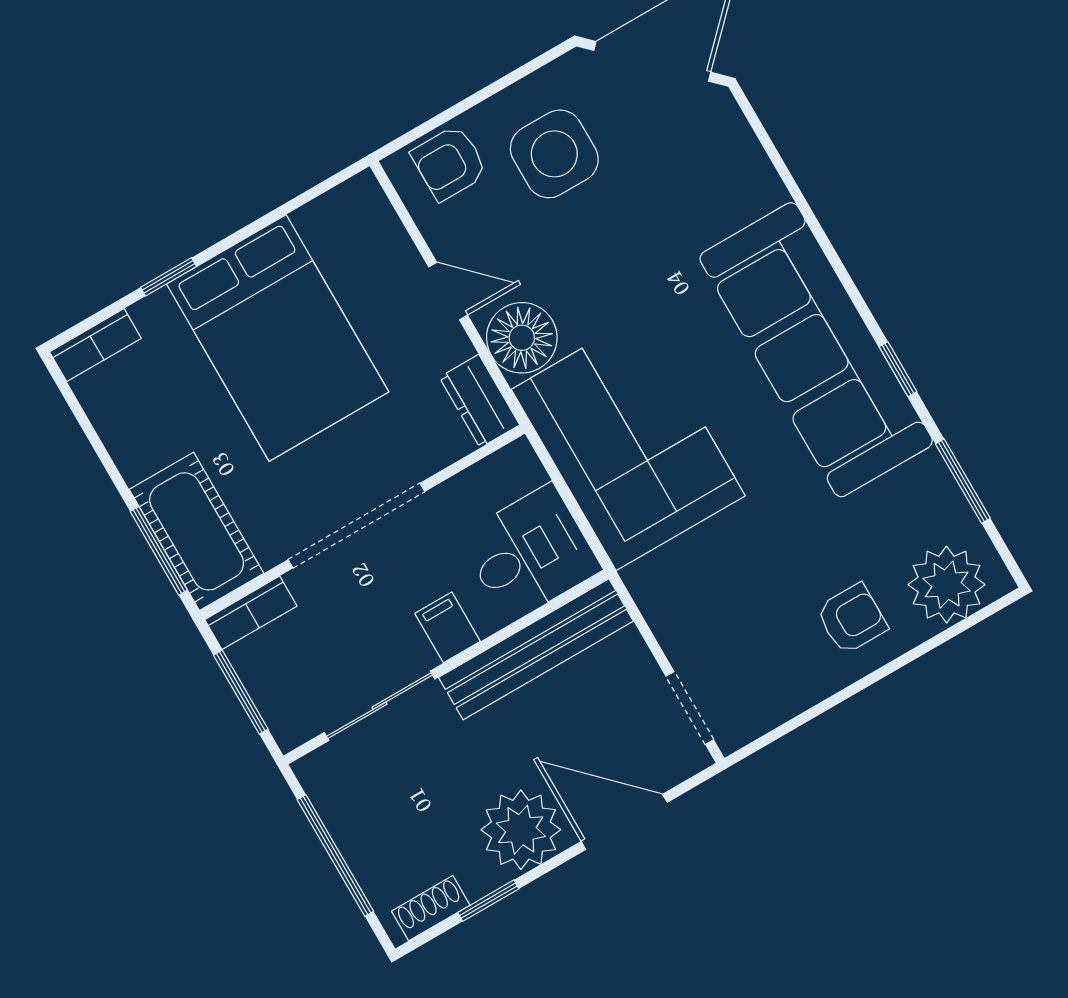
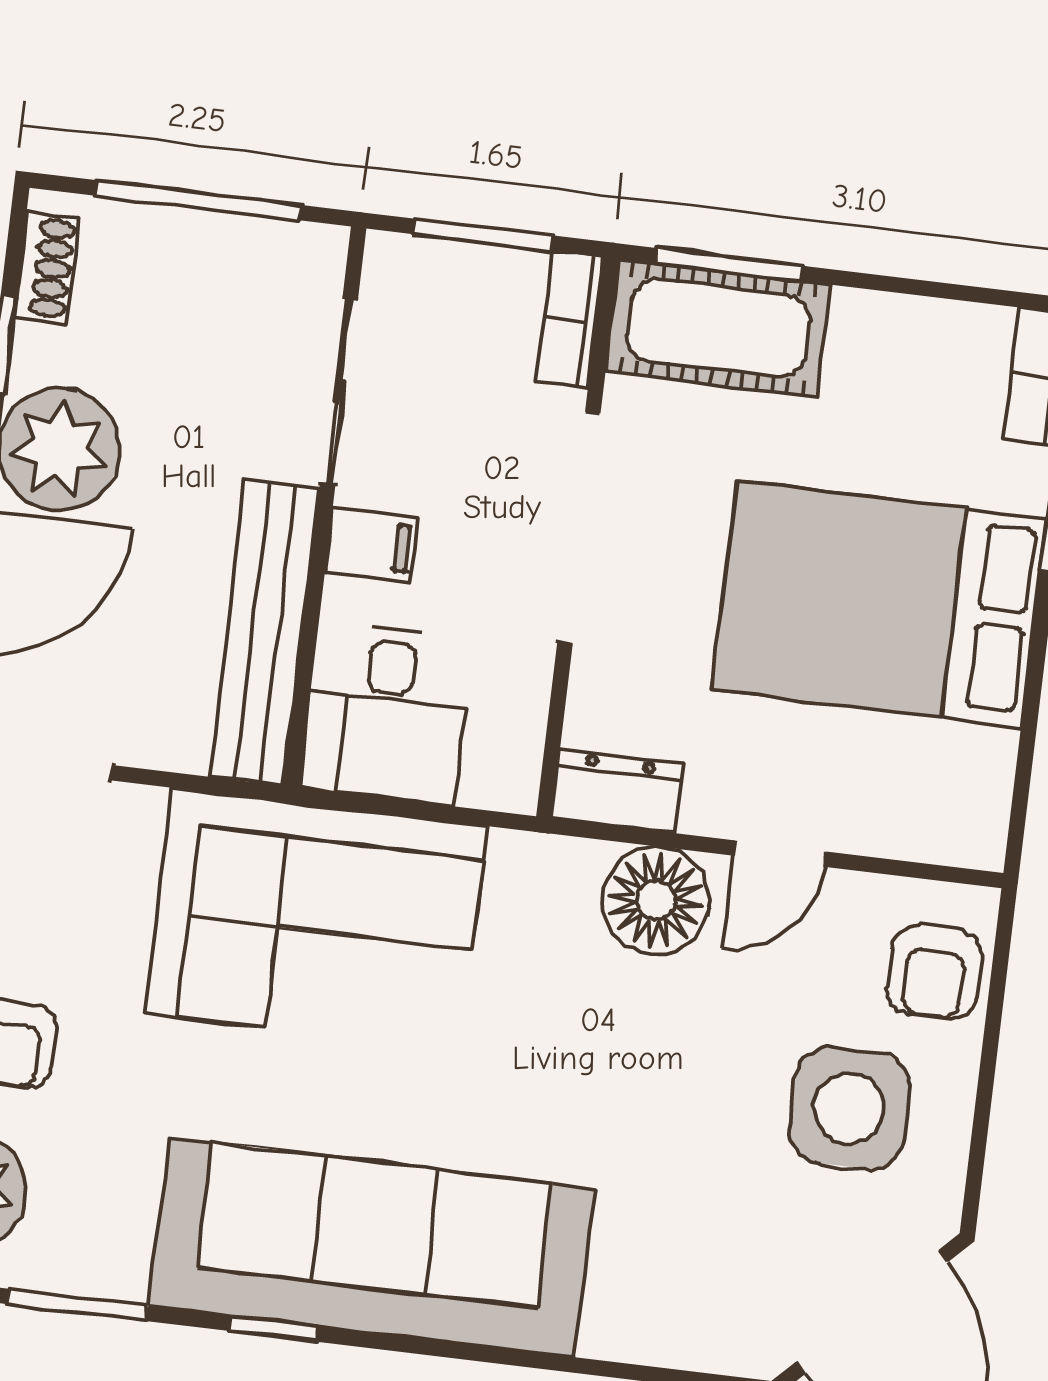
armchair: (449, 163) -> (934, 972), turned 180
corner sofa: (628, 443) -> (317, 920), moved

